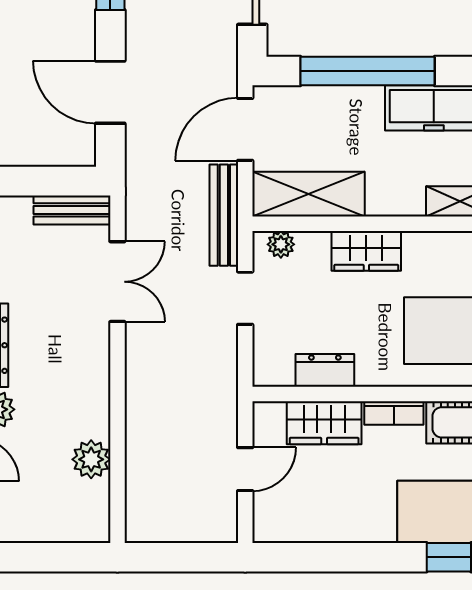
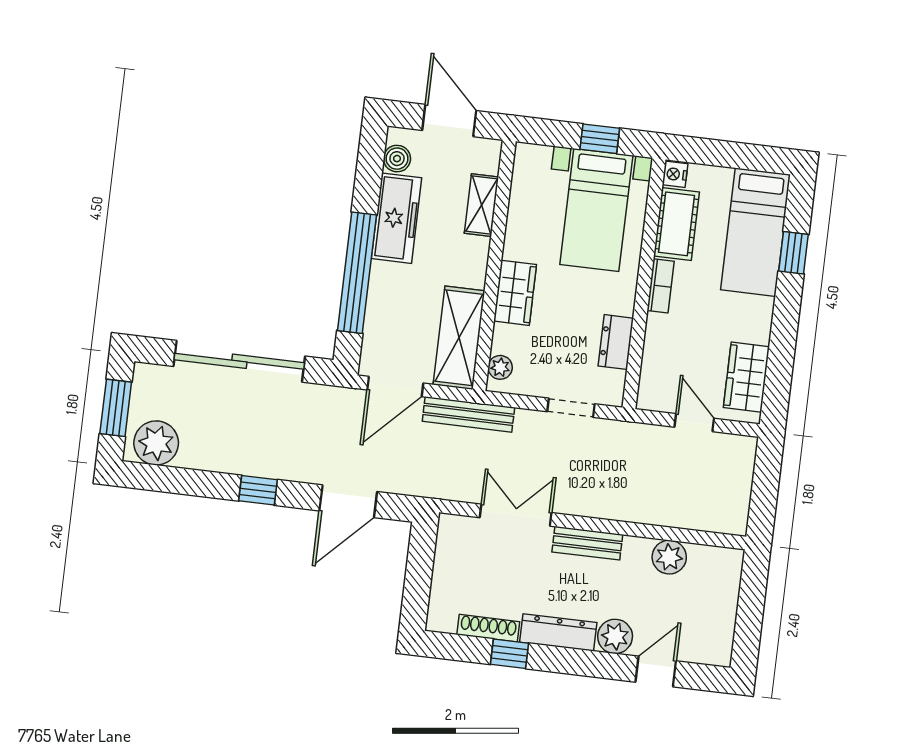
door: (245, 129) -> (395, 386), hinge flipped
bench: (72, 210) -> (587, 543), moved, turned 90
doorway: (245, 298) -> (571, 408), moved
wardrobe: (324, 423) -> (746, 377), moved, turned 180

